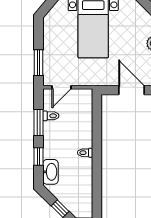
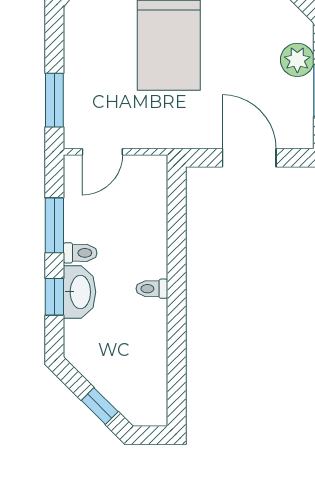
toilet: (51, 116) -> (80, 253), moved
washbasin: (50, 172) -> (79, 292), moved

